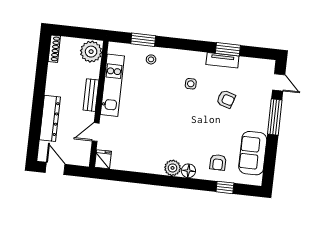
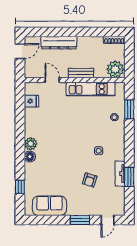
window: (275, 117) -> (80, 220), width x0.69
fridge: (103, 159) -> (31, 101), moved
armchair: (218, 162) -> (39, 179), removed

